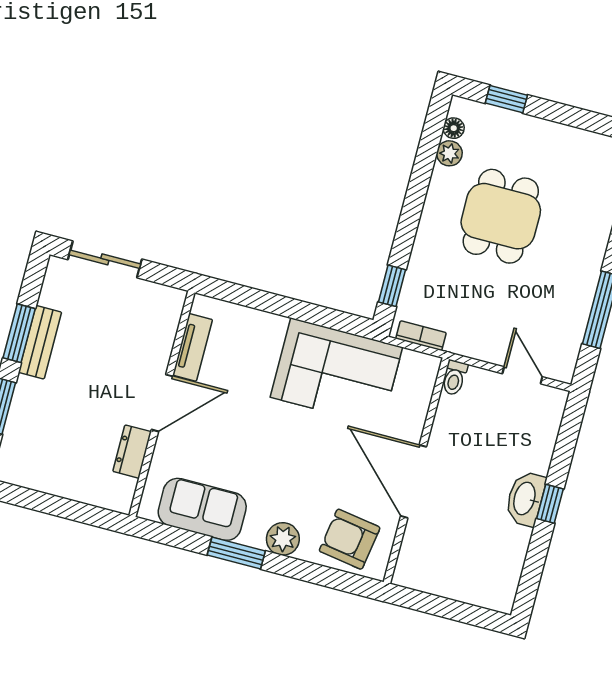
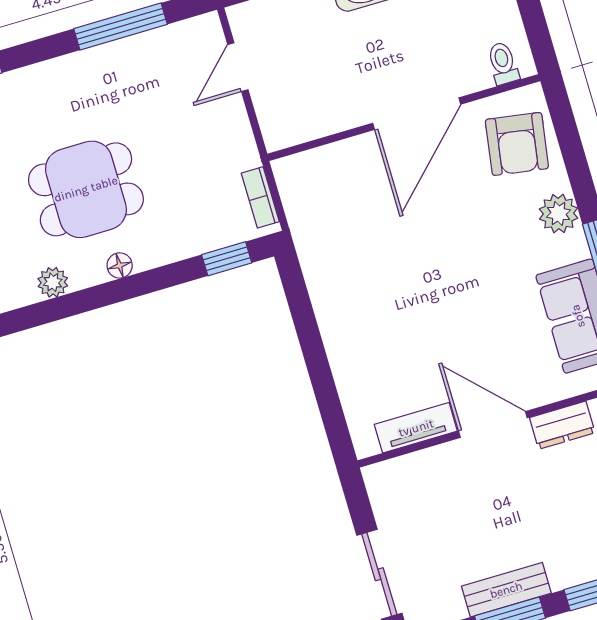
floor lamp: (454, 128) -> (120, 265), moved
corner sofa: (336, 372) -> (351, 263), removed
toilet: (454, 378) -> (503, 63), moved, turned -90

